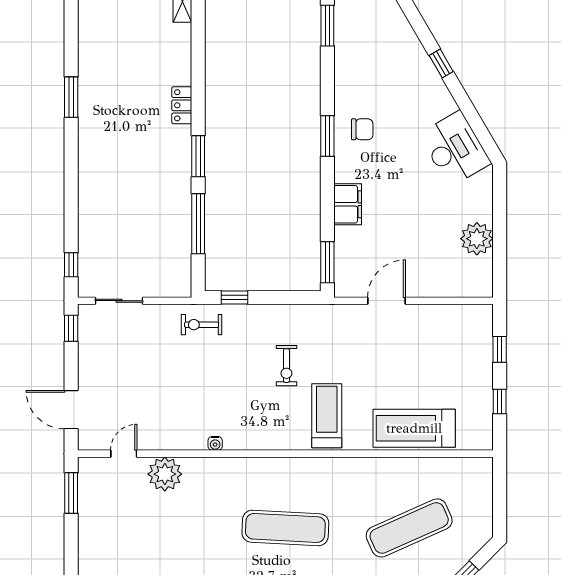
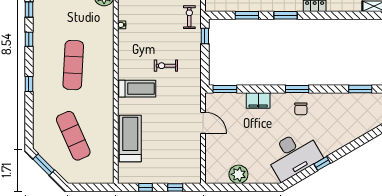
window: (441, 63) -> (322, 164), moved
desk: (455, 149) -> (293, 155), width x1.36, depth x1.30
window: (198, 224) -> (247, 15), width x0.69

